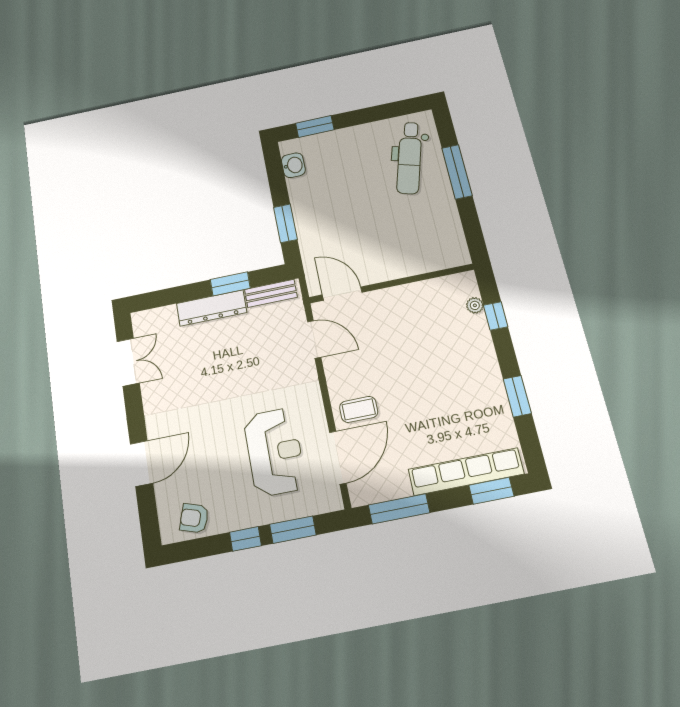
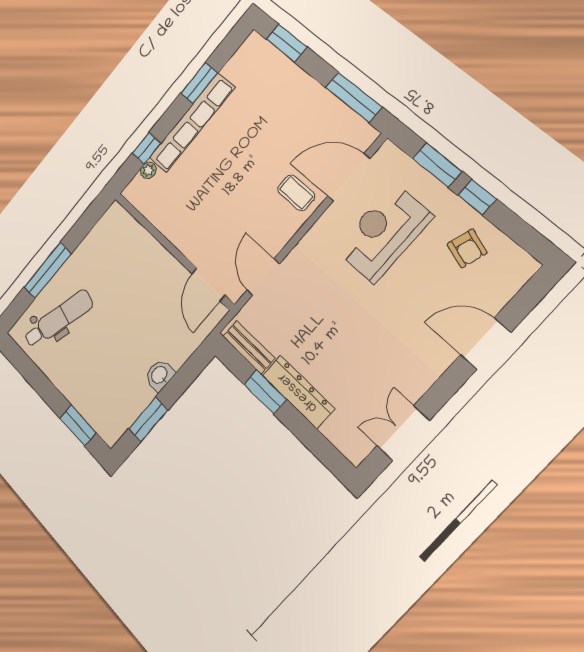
washbasin: (293, 165) -> (160, 375), moved
window: (285, 223) -> (148, 419), moved
row of seats: (466, 472) -> (192, 123), moved, turned -90
armchair: (194, 518) -> (467, 248), moved

